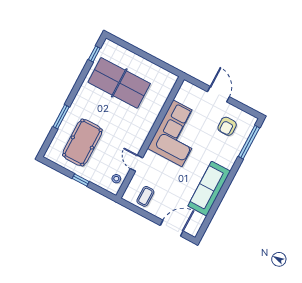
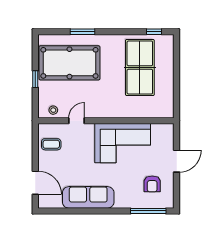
armchair: (227, 126) -> (152, 184), turned -90
pool table: (82, 143) -> (69, 63), width x1.36, depth x1.32

